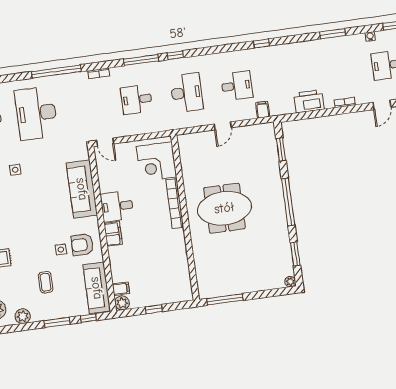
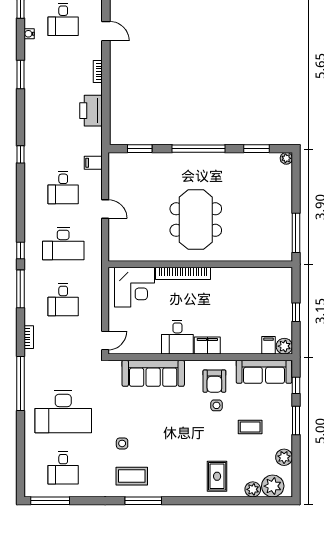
desk: (237, 86) -> (63, 188), turned 180
desk: (187, 93) -> (63, 244), turned 180

